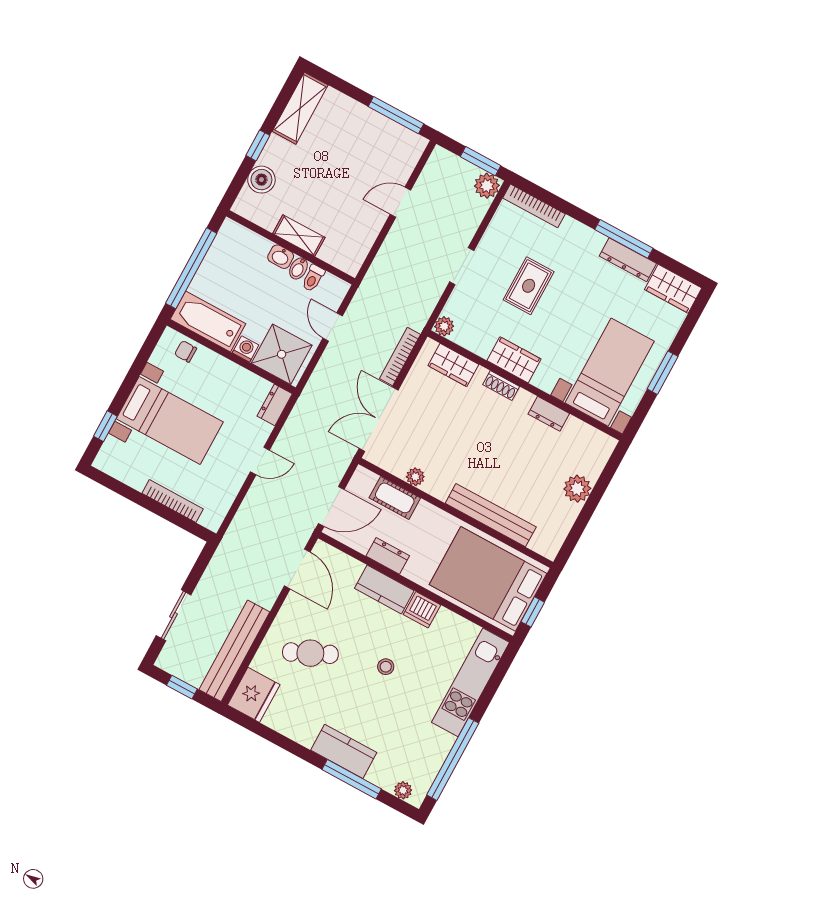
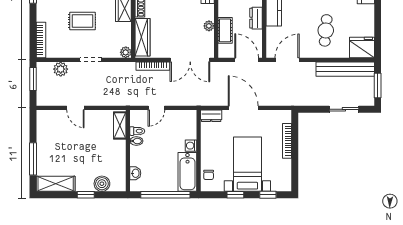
window: (396, 115) -> (33, 159), moved
plant: (487, 186) -> (61, 69), moved
shelving: (299, 236) -> (120, 125), moved
washbasin: (281, 257) -> (135, 173), moved
shower: (282, 354) -> (184, 126), removed
wardrobe: (453, 365) -> (143, 37), width x1.50
window: (133, 376) -> (235, 195), added
door: (260, 461) -> (243, 108), width x1.88
cafe table: (310, 653) -> (326, 30), turned 30
window: (182, 687) -> (378, 86), width x1.50

